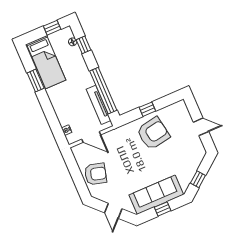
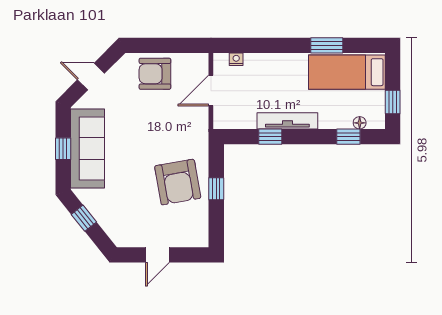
window: (103, 91) -> (270, 137), width x0.32
tv unit: (98, 105) -> (287, 121), moved
armchair: (95, 174) -> (155, 74), turned 75

